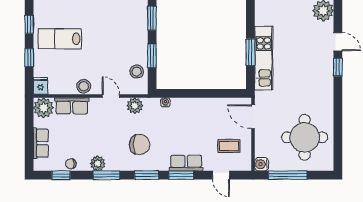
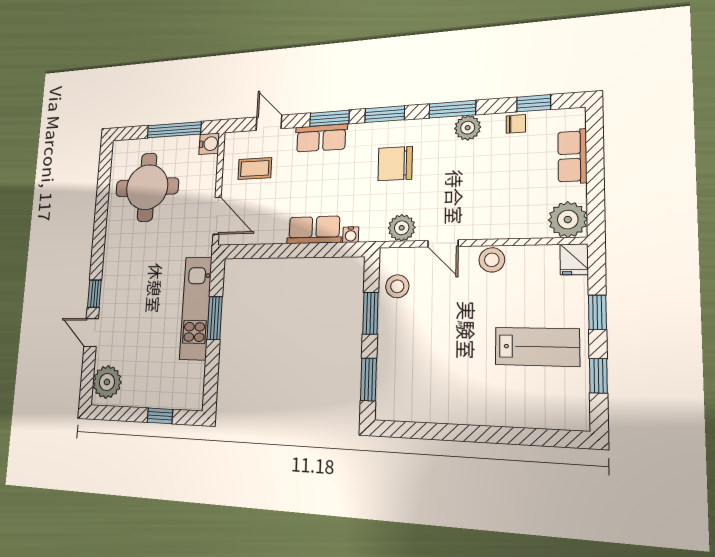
row of seats: (72, 106) -> (314, 230), moved

